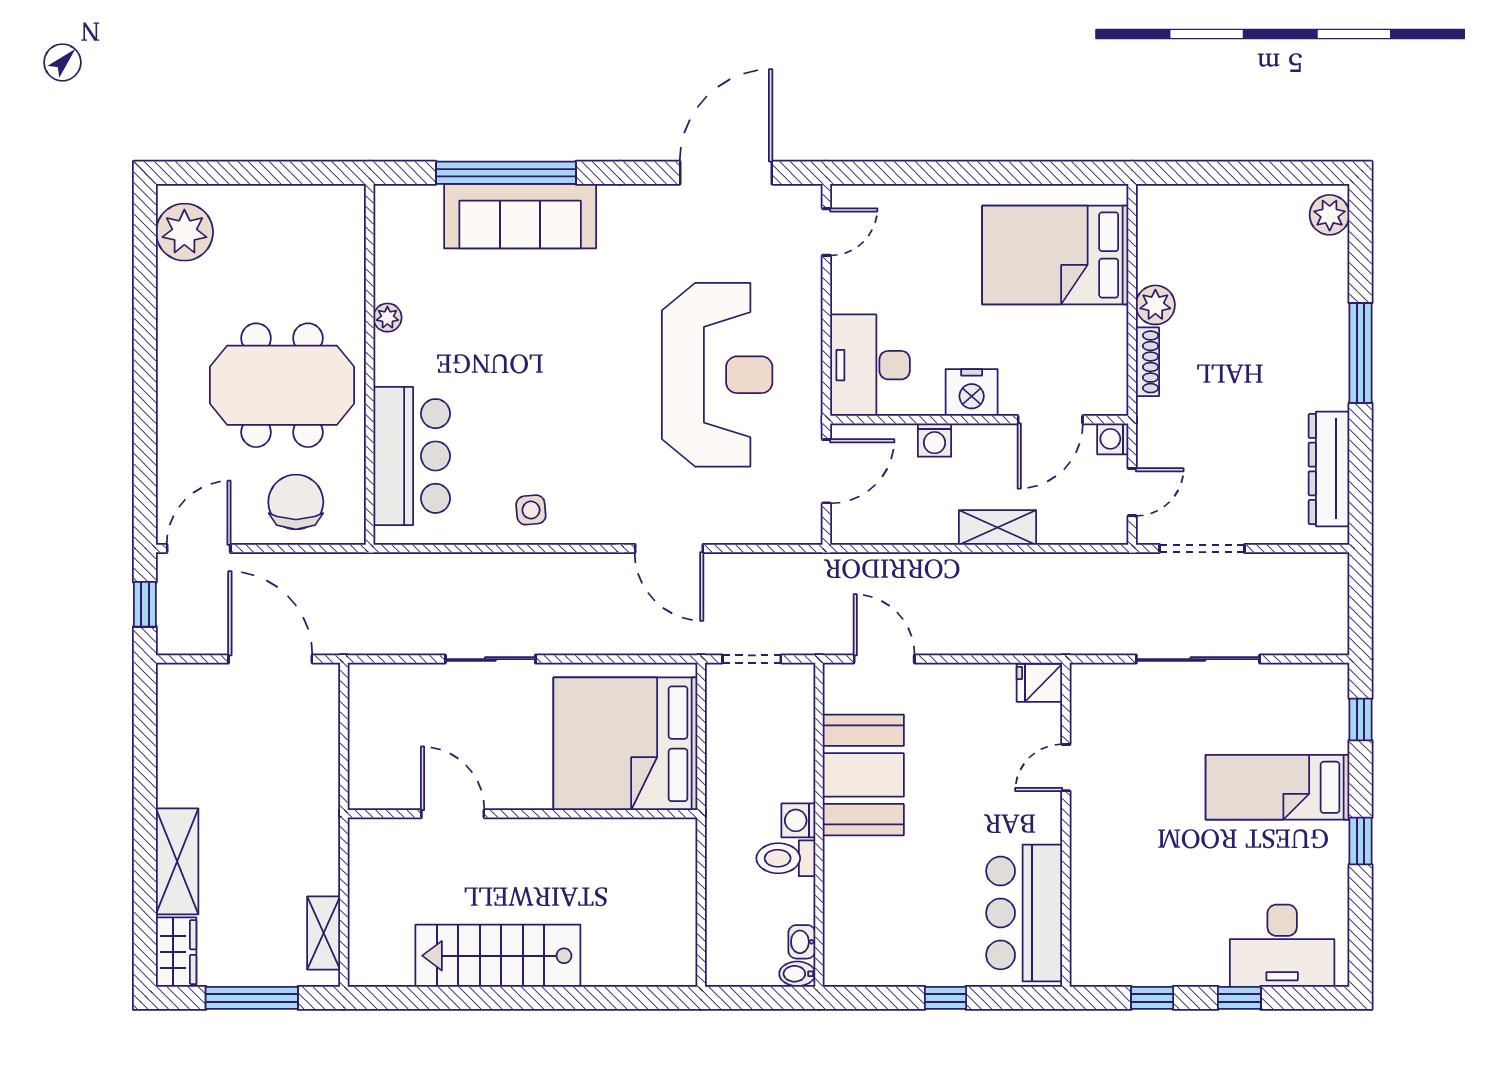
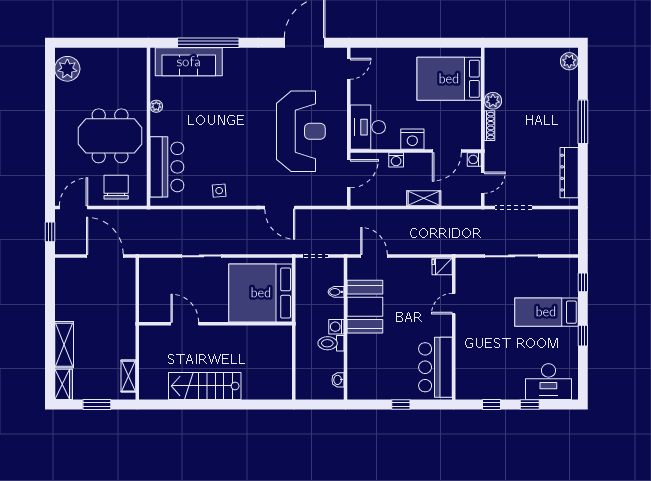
sofa: (520, 216) -> (189, 62), moved
bidet: (797, 974) -> (336, 292), moved
window: (252, 998) -> (97, 404), width x0.69

